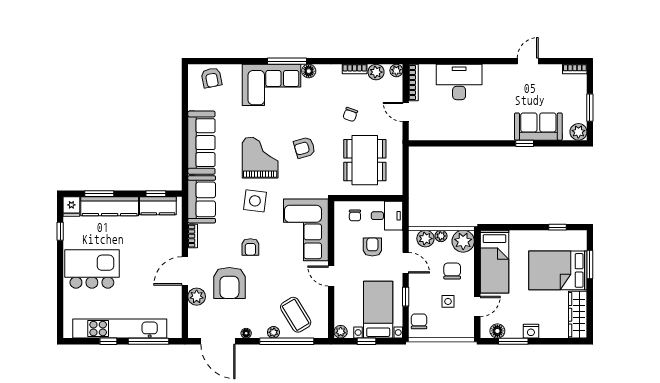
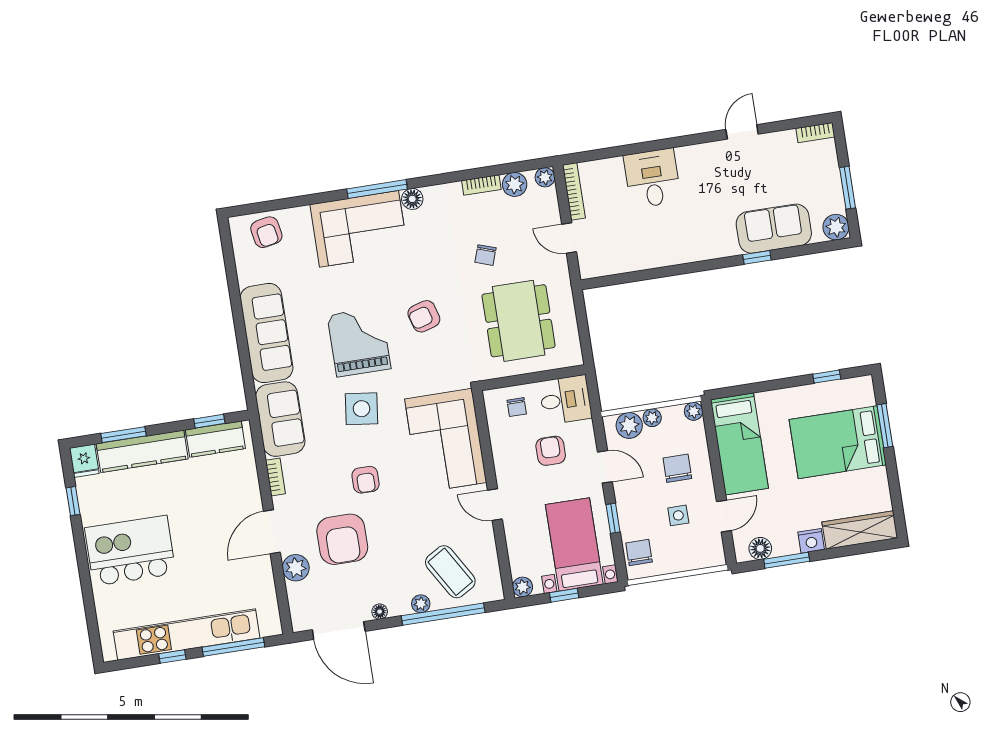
desk: (459, 82) -> (652, 178), width x0.73
plant: (463, 241) -> (694, 411), width x0.53, depth x0.53
wardrobe: (578, 315) -> (860, 530), moved, turned 90

